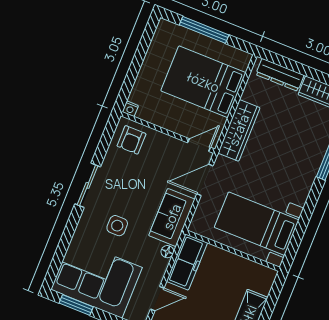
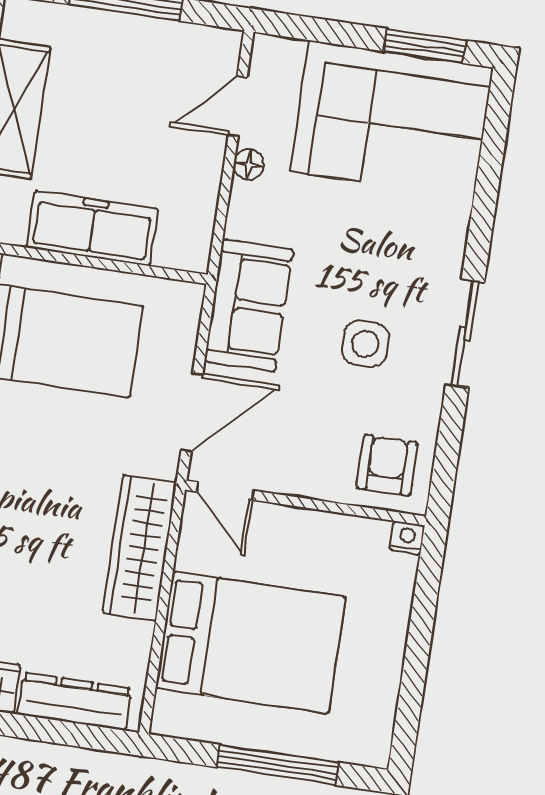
door: (199, 145) -> (225, 491), hinge flipped
side table: (117, 226) -> (365, 344), moved
floor lamp: (167, 252) -> (249, 165), moved
freezer: (187, 262) -> (92, 228), moved, turned 90

